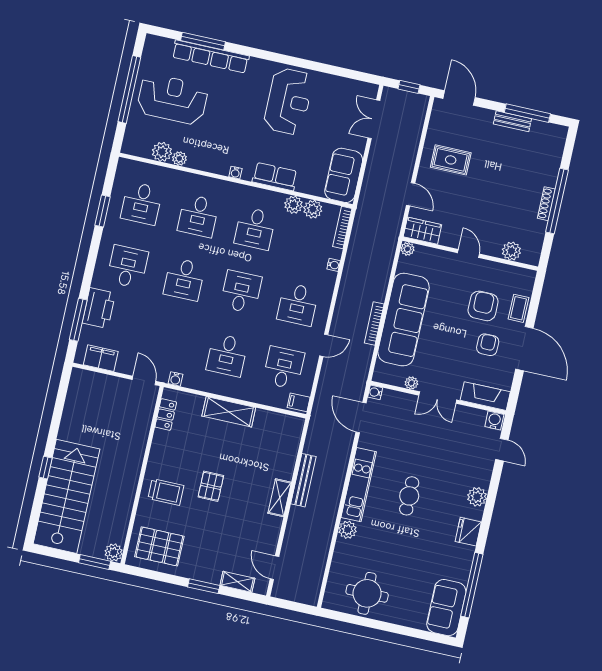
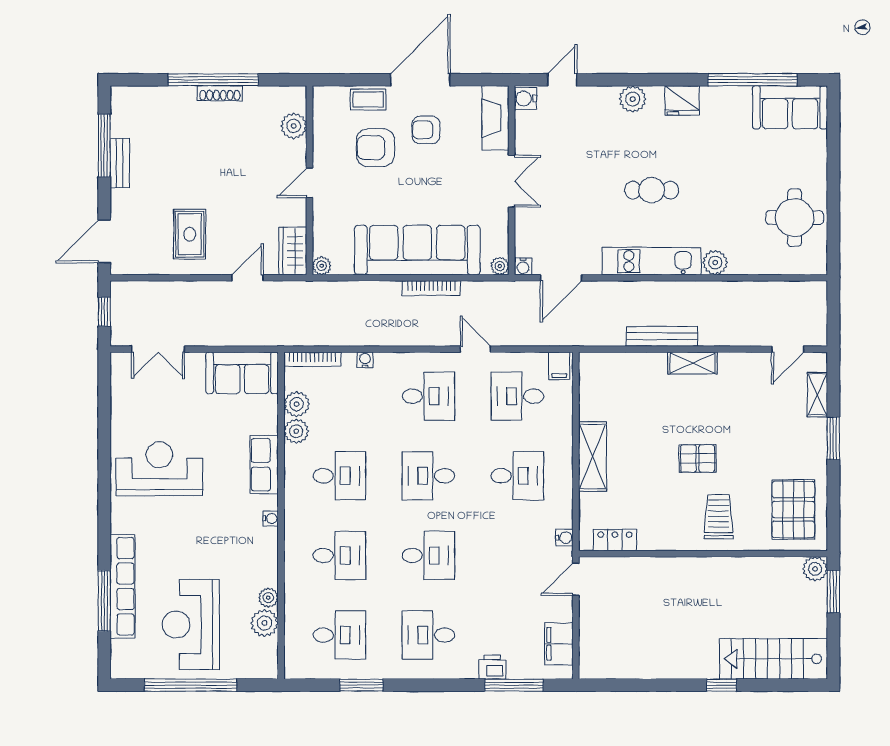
printer: (99, 308) -> (492, 667), width x0.53, depth x0.68
plant: (411, 383) -> (500, 266), moved
stairs: (66, 496) -> (773, 659), width x0.73, depth x0.66

